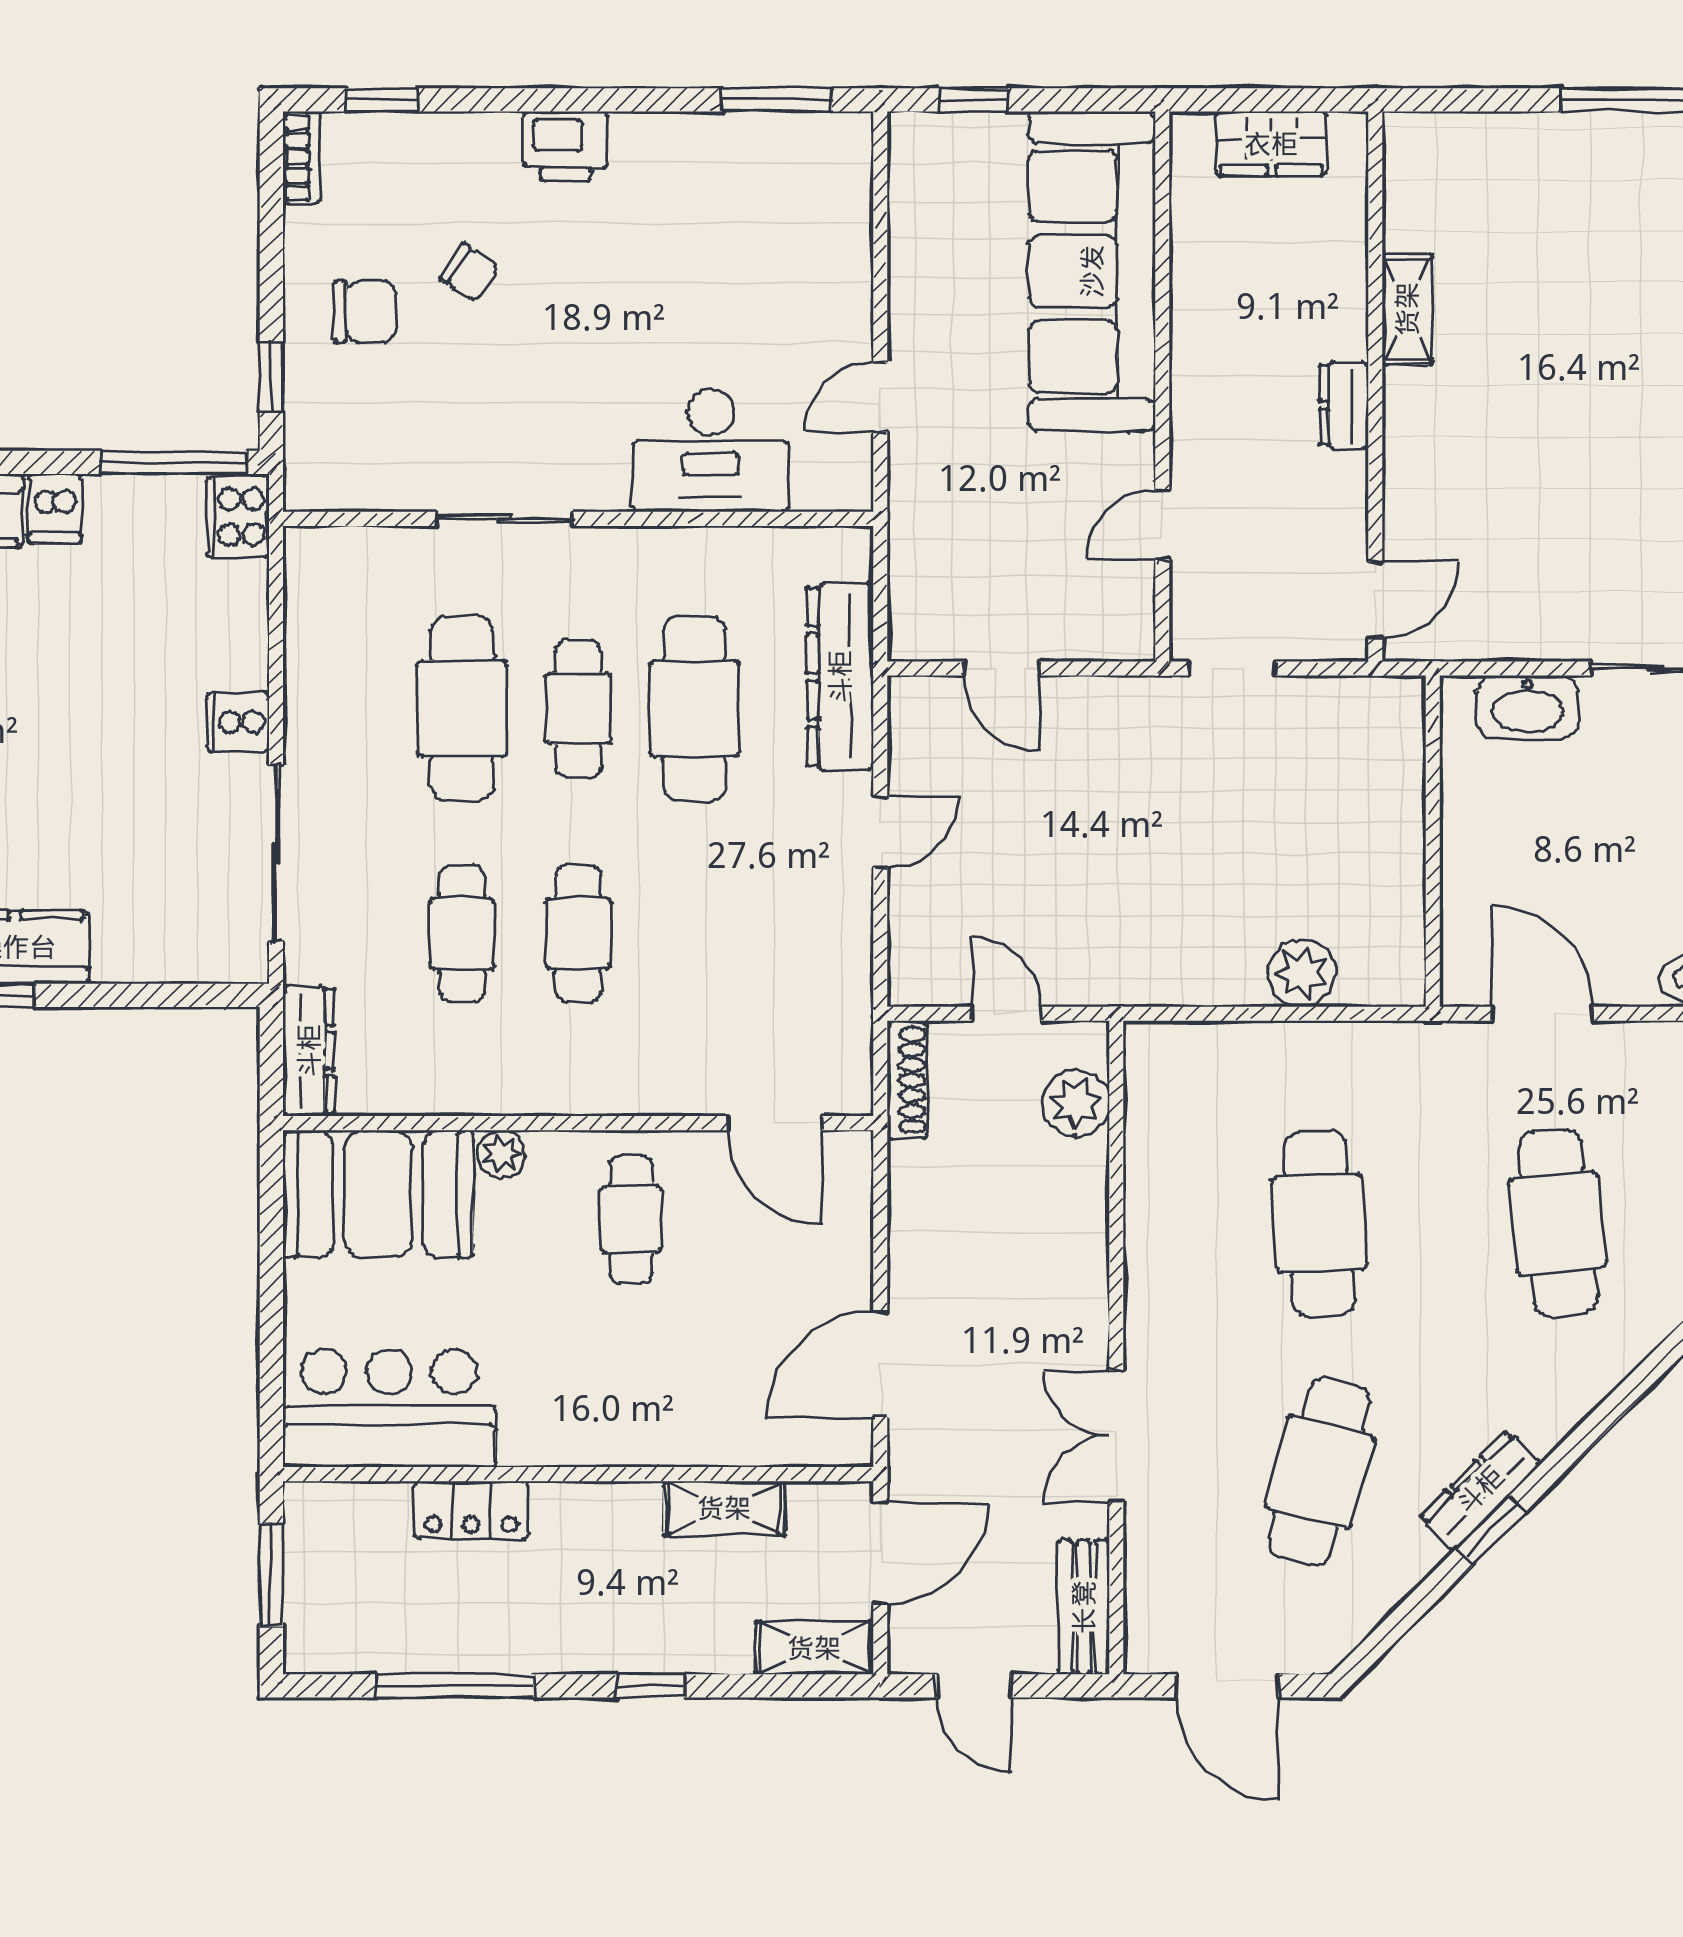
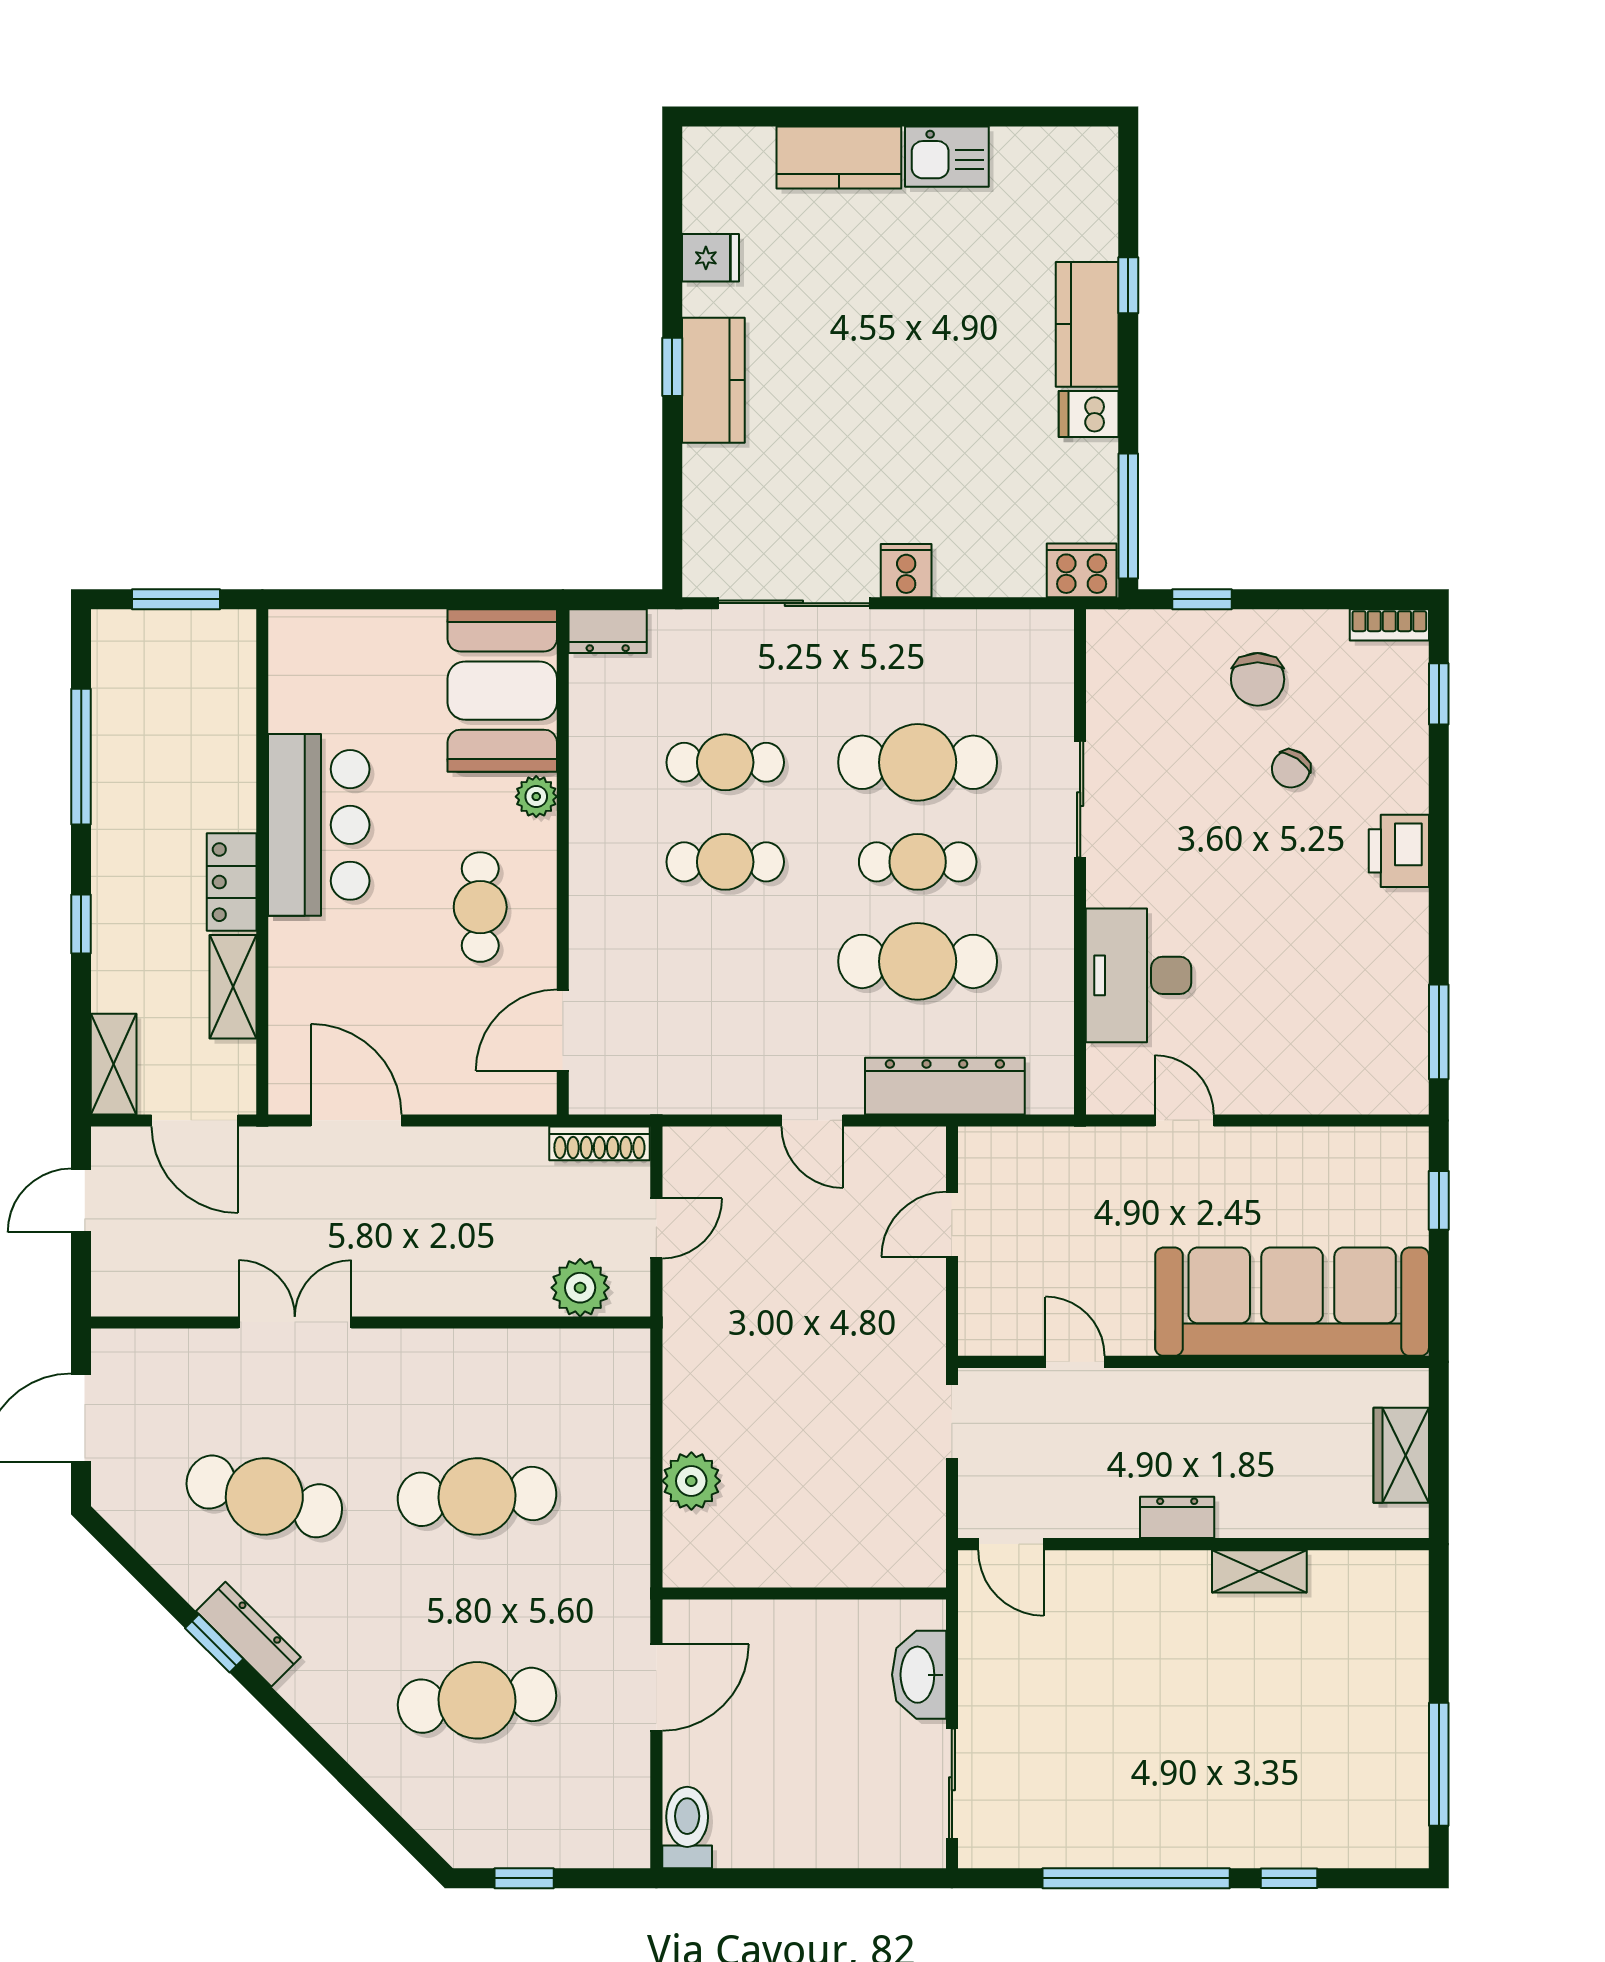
dresser: (309, 1051) -> (608, 631), width x0.70
cafe table: (631, 1220) -> (480, 907), turned 90
bar counter: (389, 1408) -> (319, 825), moved
locker: (471, 1510) -> (232, 882), moved
bench: (1084, 1607) -> (149, 1295), removed

